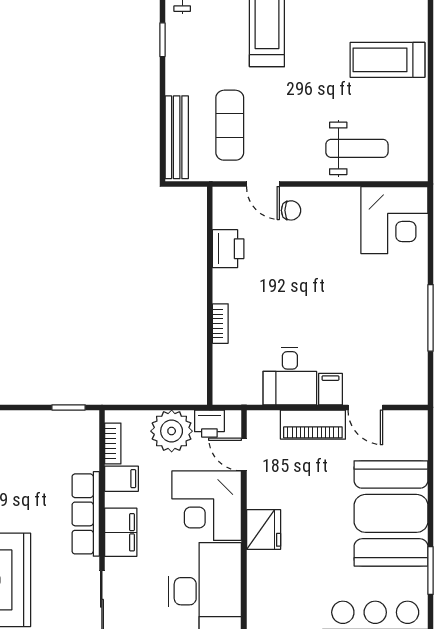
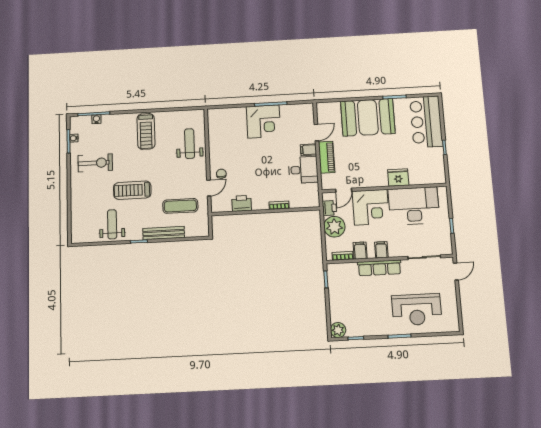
bench: (177, 137) -> (164, 233), moved
corner desk: (394, 220) -> (263, 122), moved, turned 90
fridge: (264, 530) -> (398, 178), moved
filing cabinet: (121, 532) -> (381, 250), width x0.50

